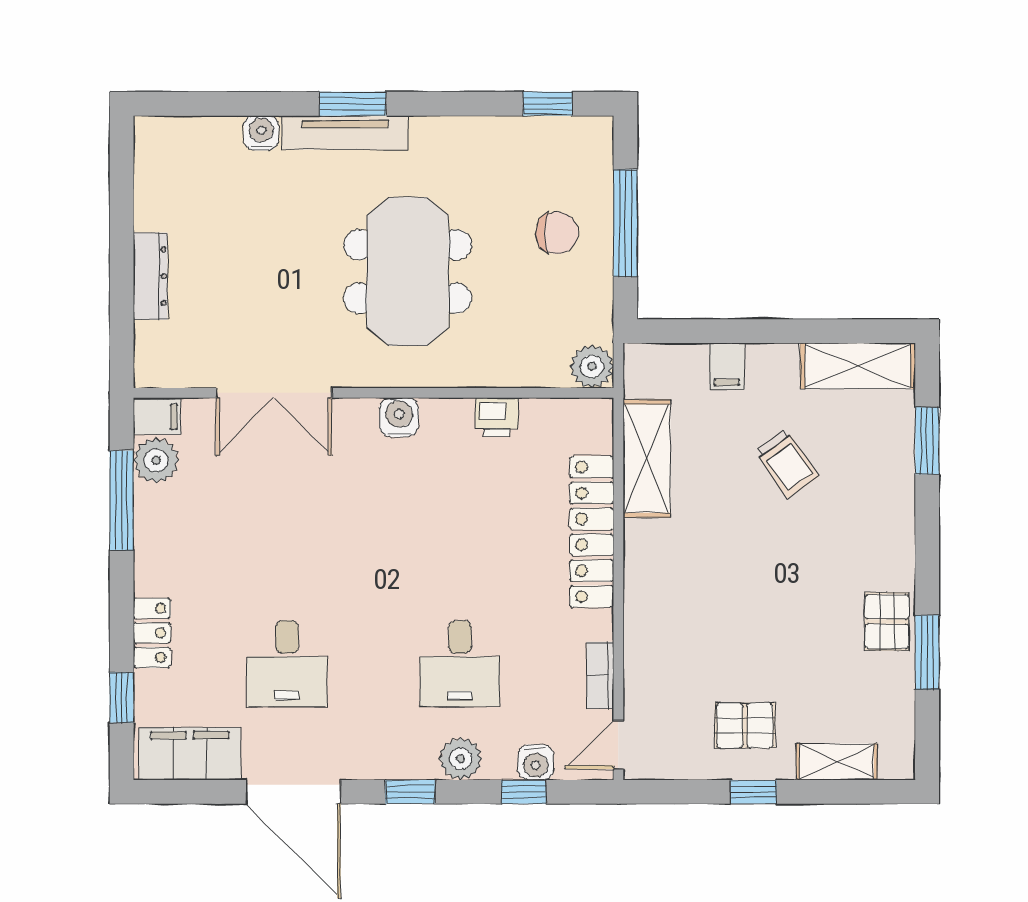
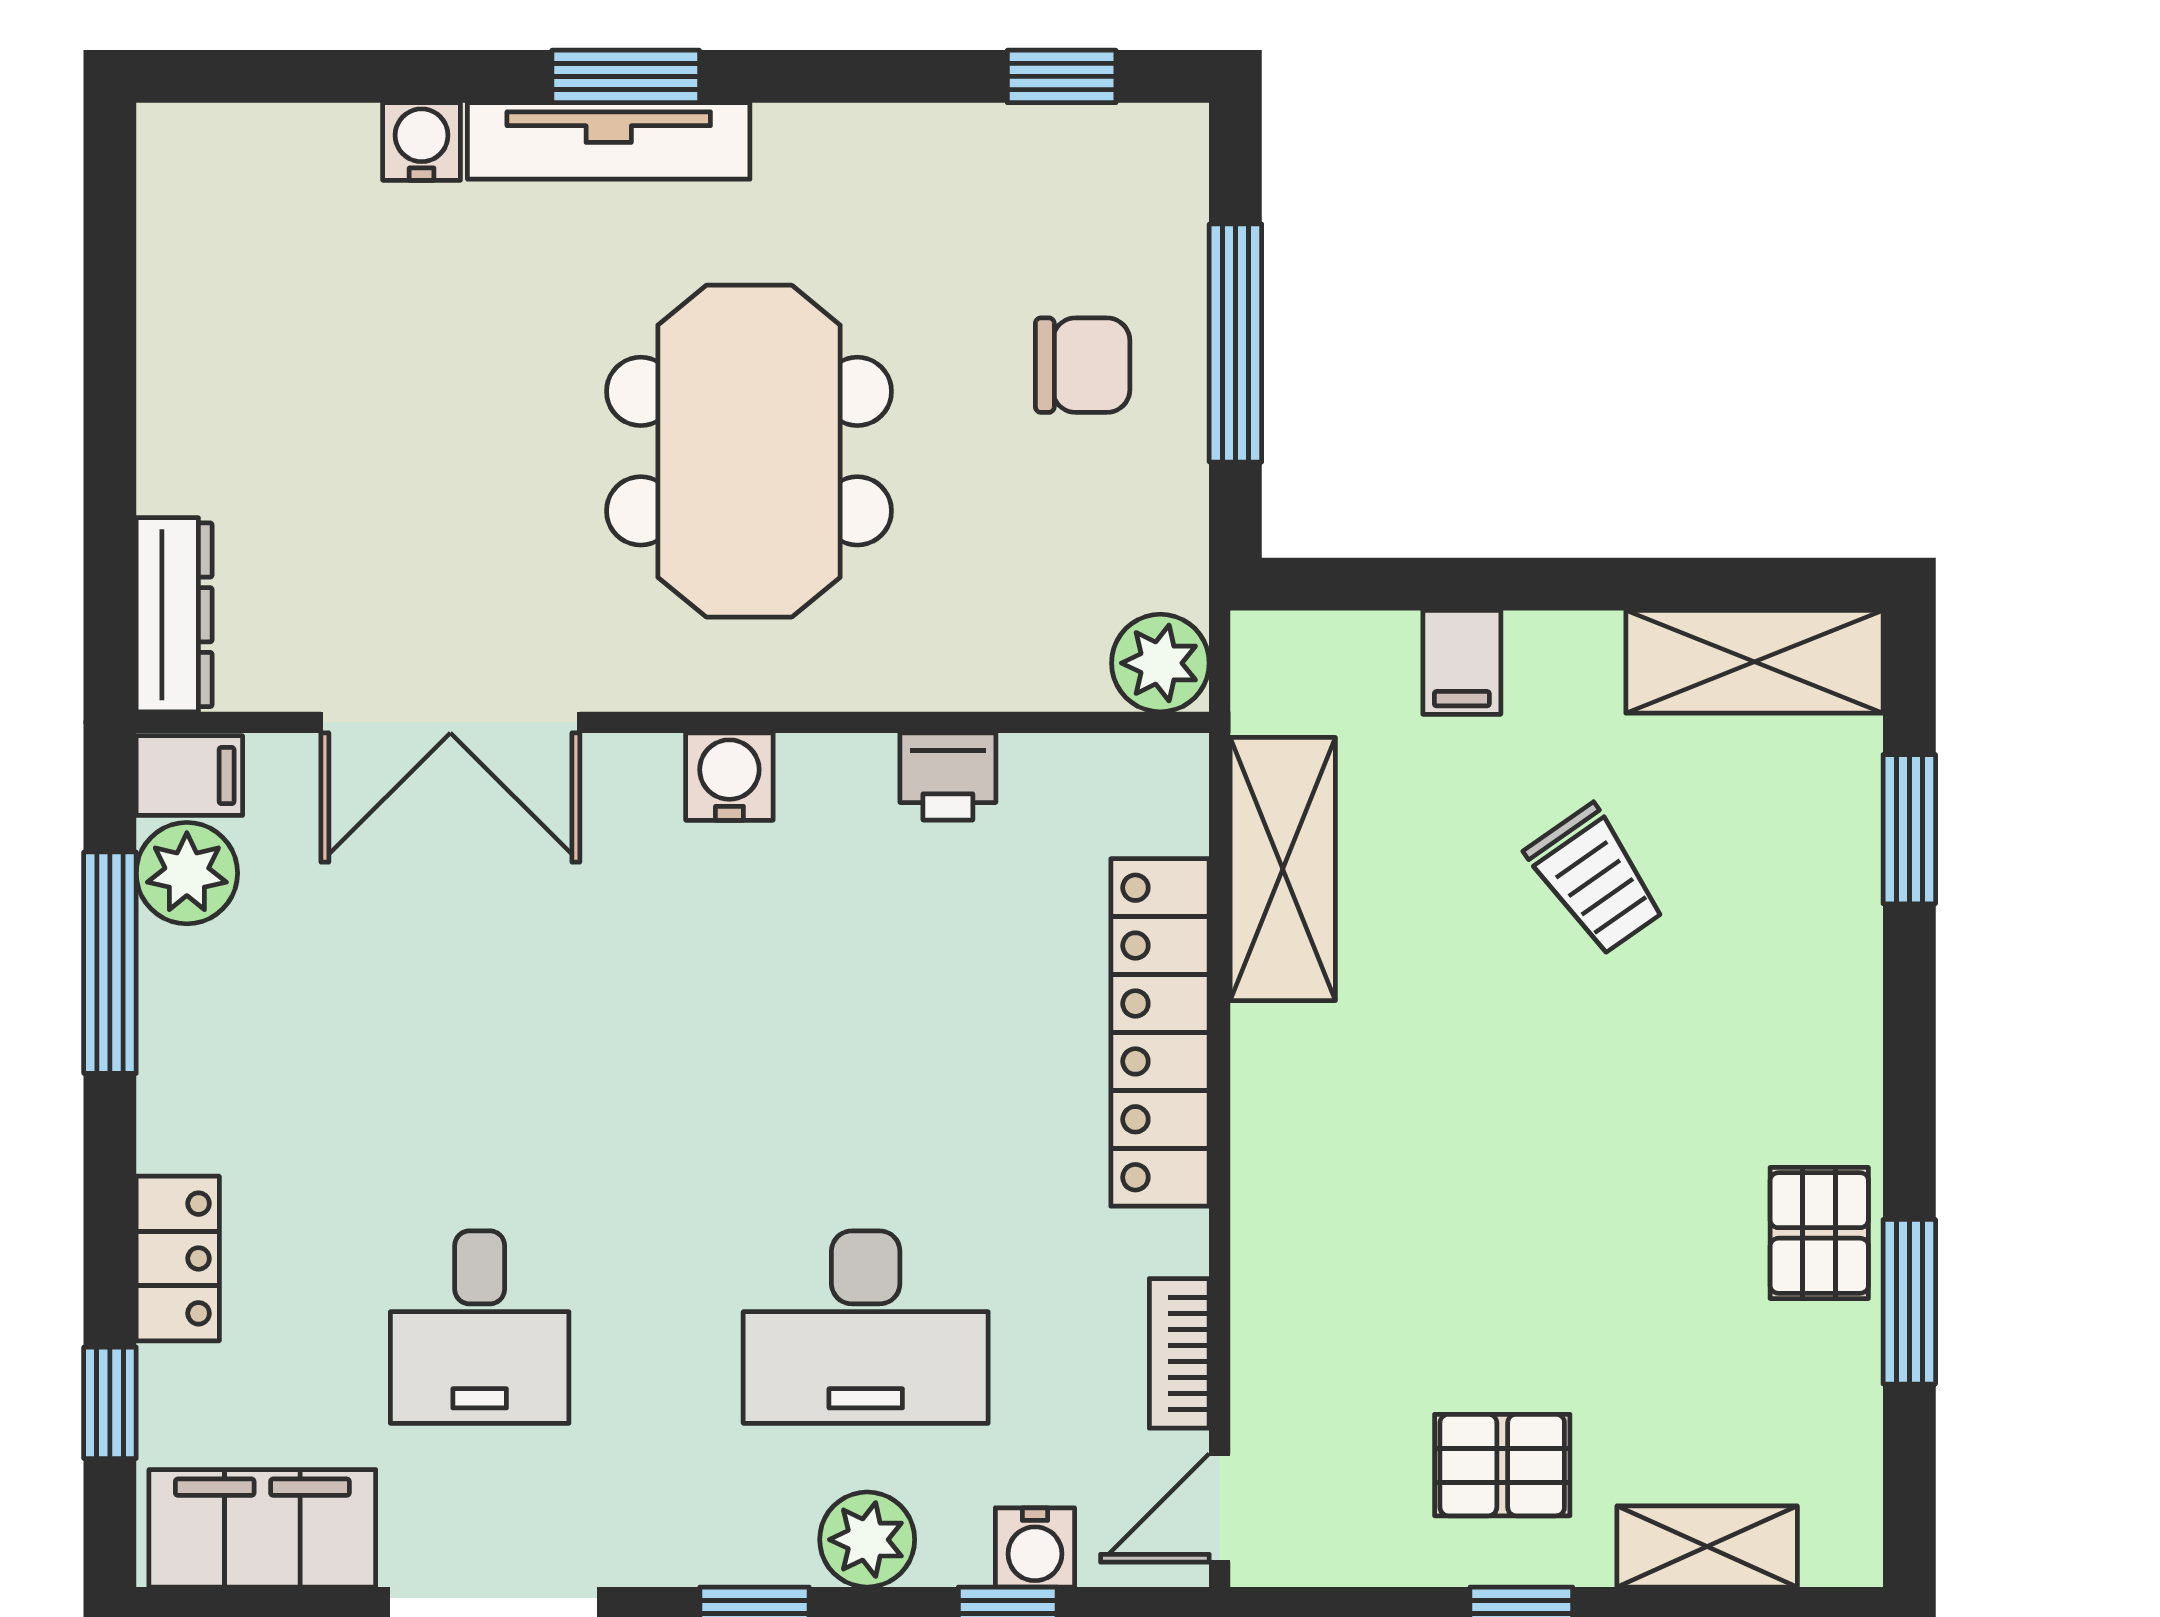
dresser: (150, 276) -> (174, 615), moved
desk: (460, 664) -> (866, 1327), width x1.37

